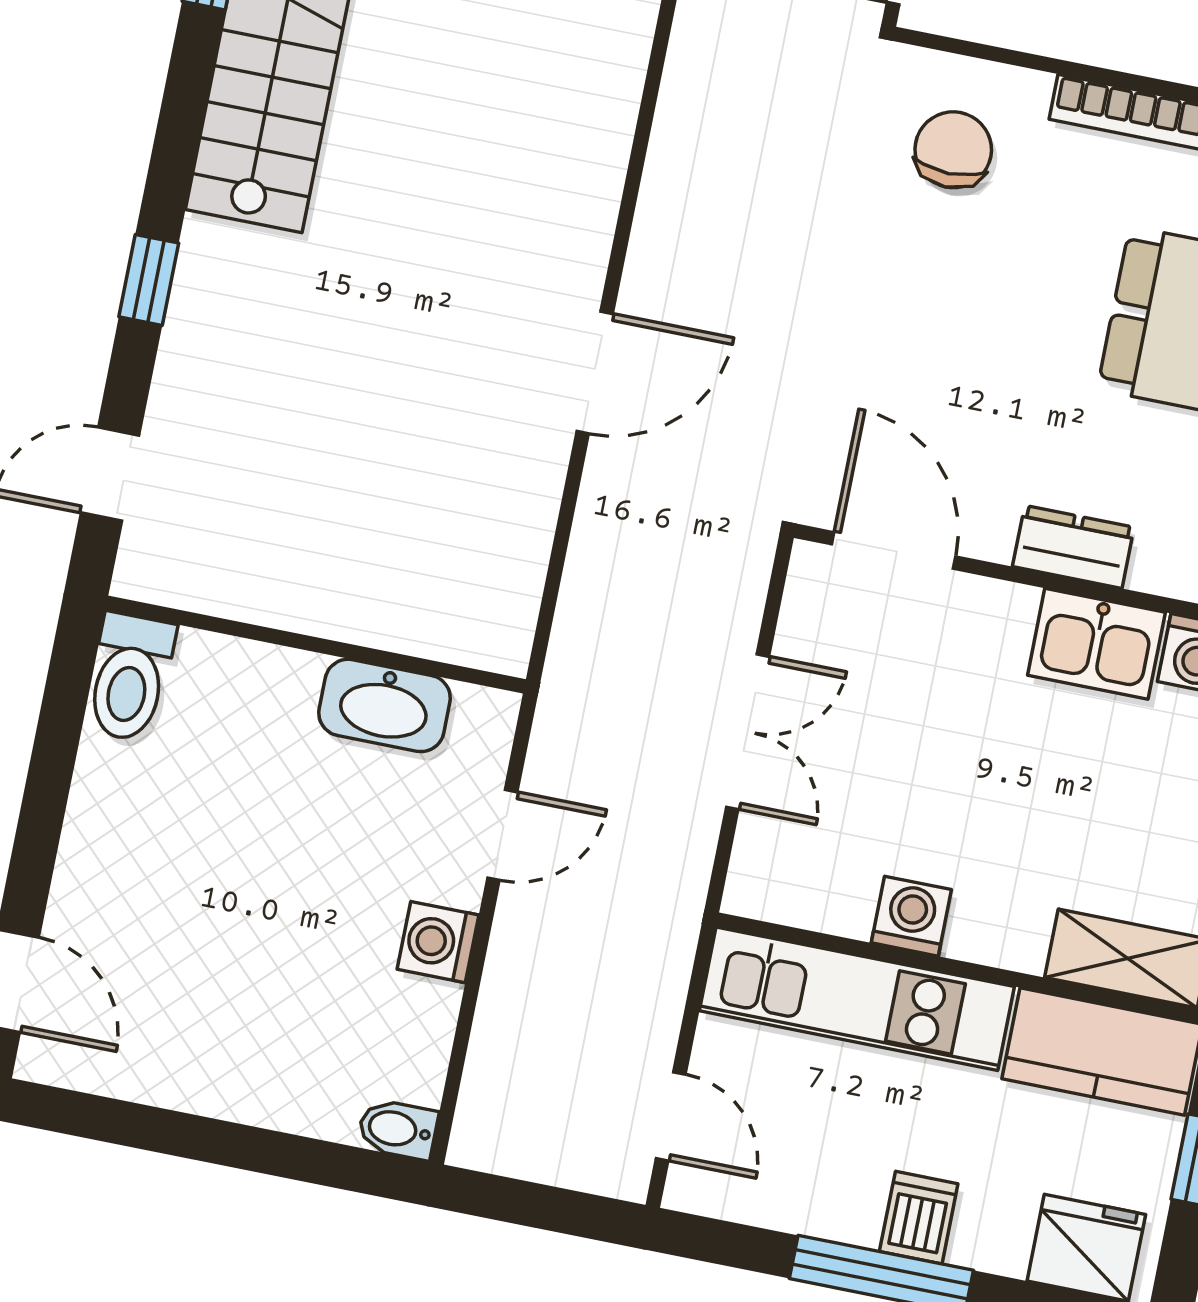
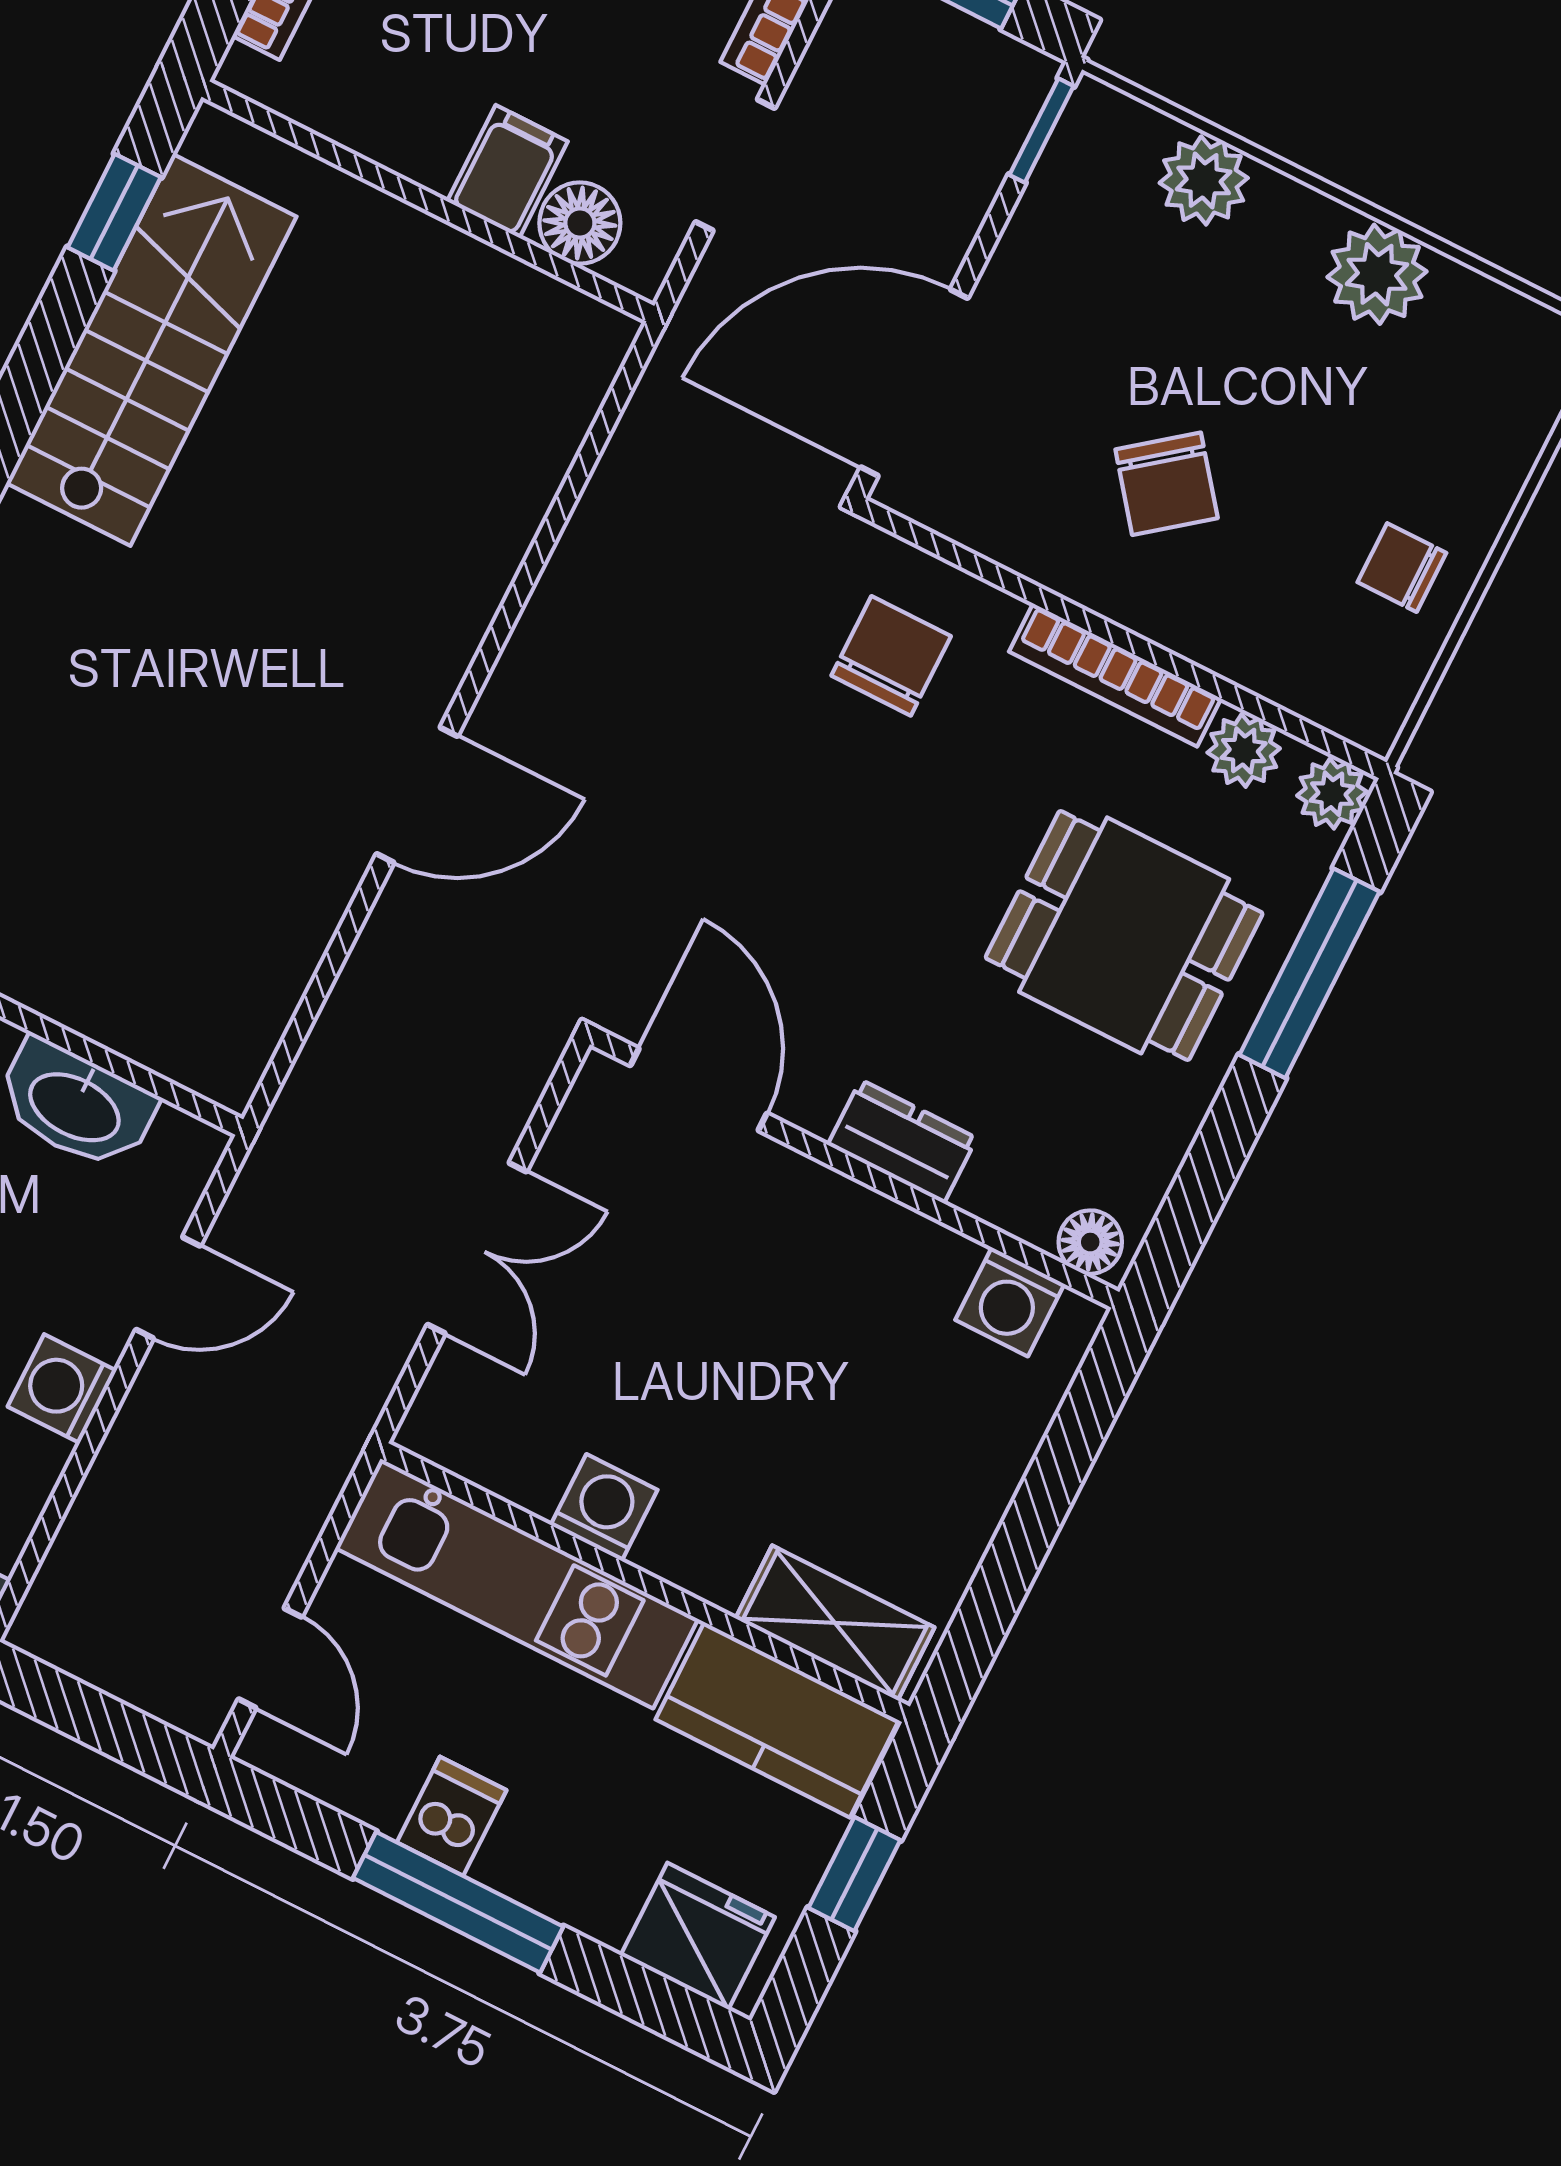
kitchen sink: (1096, 644) -> (898, 1258), removed
dishwasher: (919, 1218) -> (452, 1816), moved

